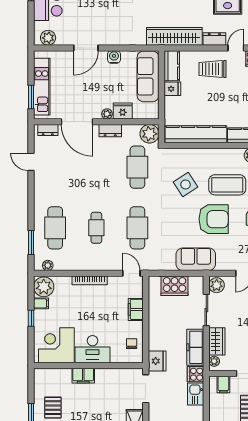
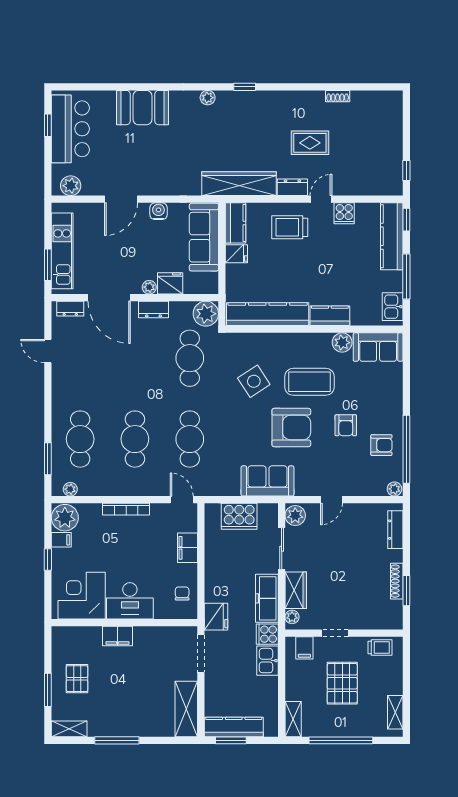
cafe table: (96, 228) -> (135, 439), width x1.37, depth x1.35

